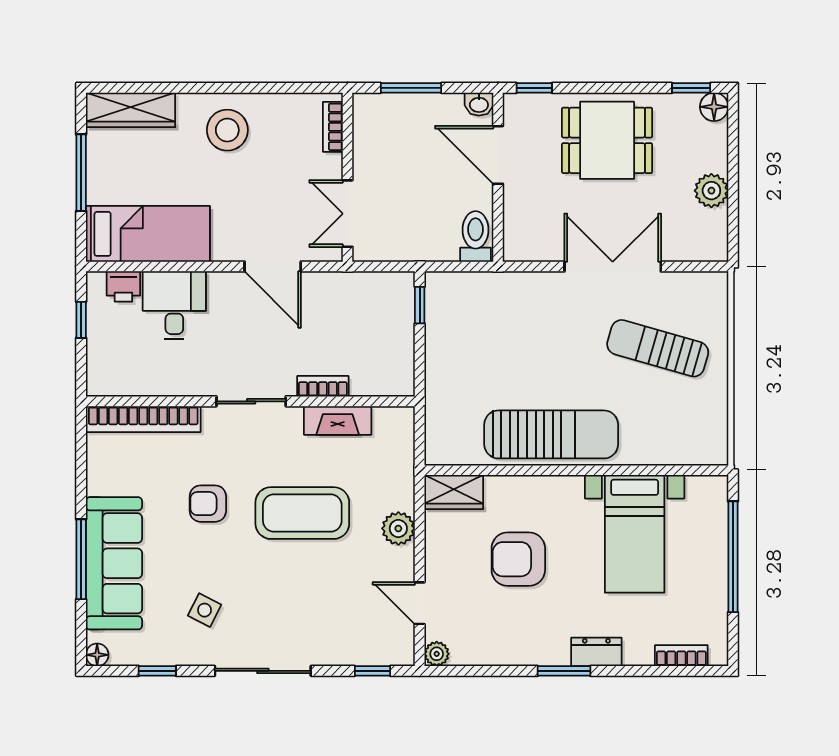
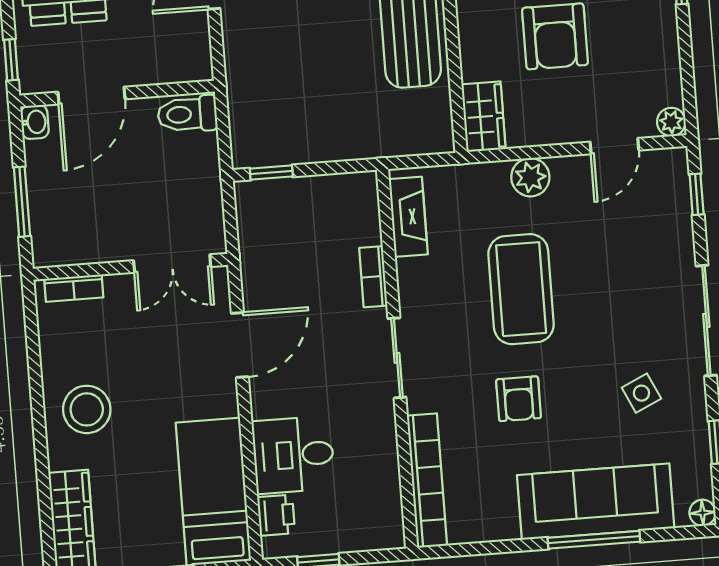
fireplace: (338, 420) -> (408, 217), moved
side table: (205, 610) -> (641, 393), turned 38

